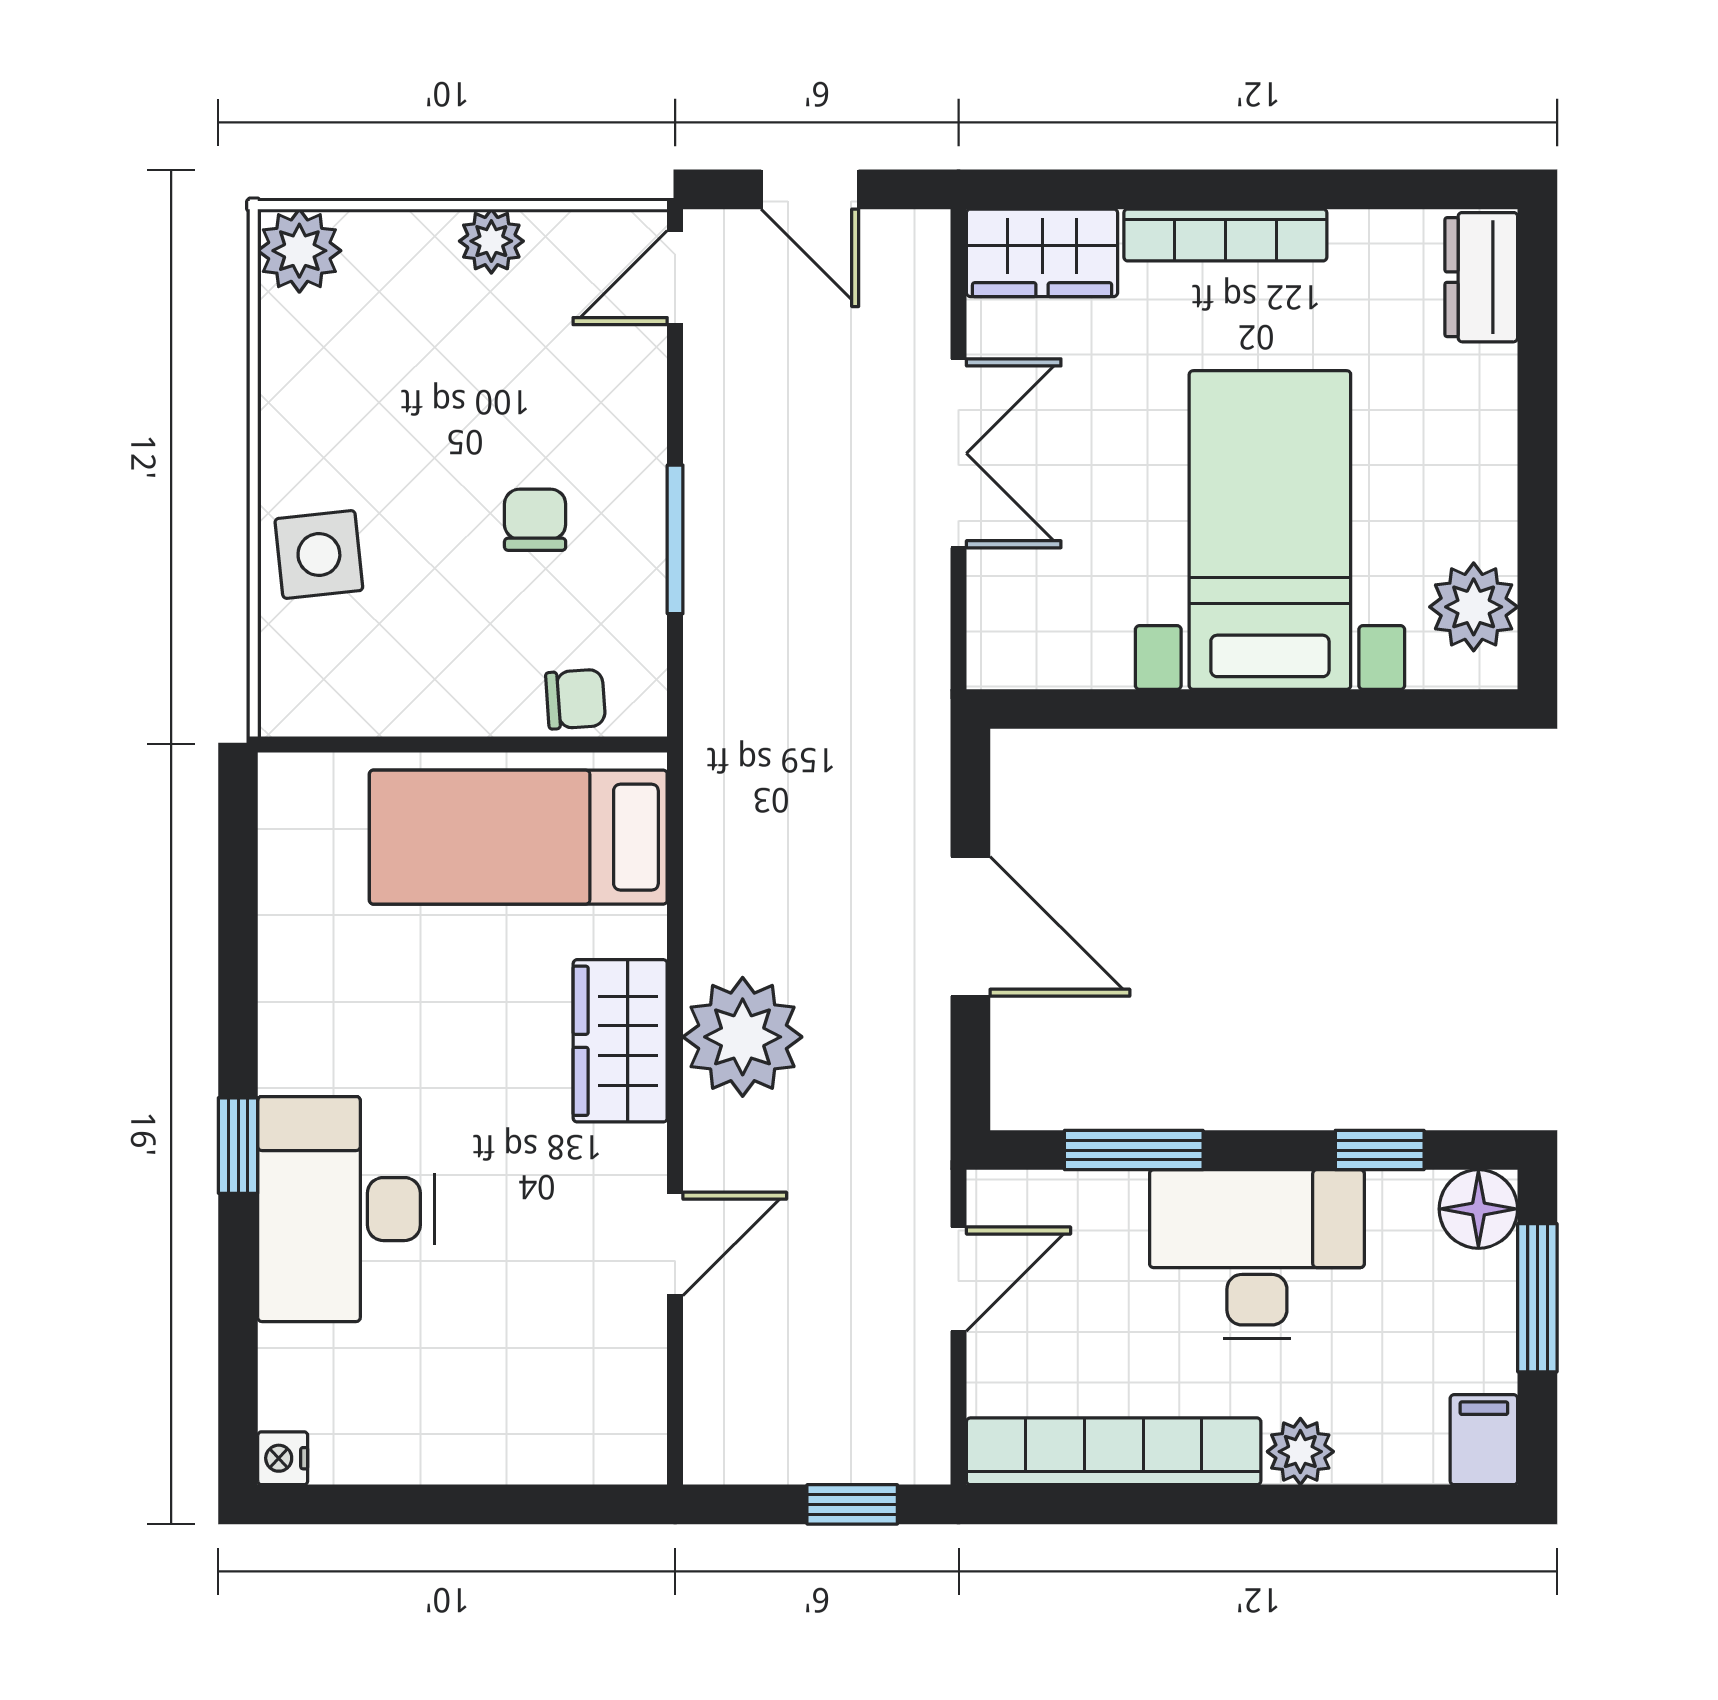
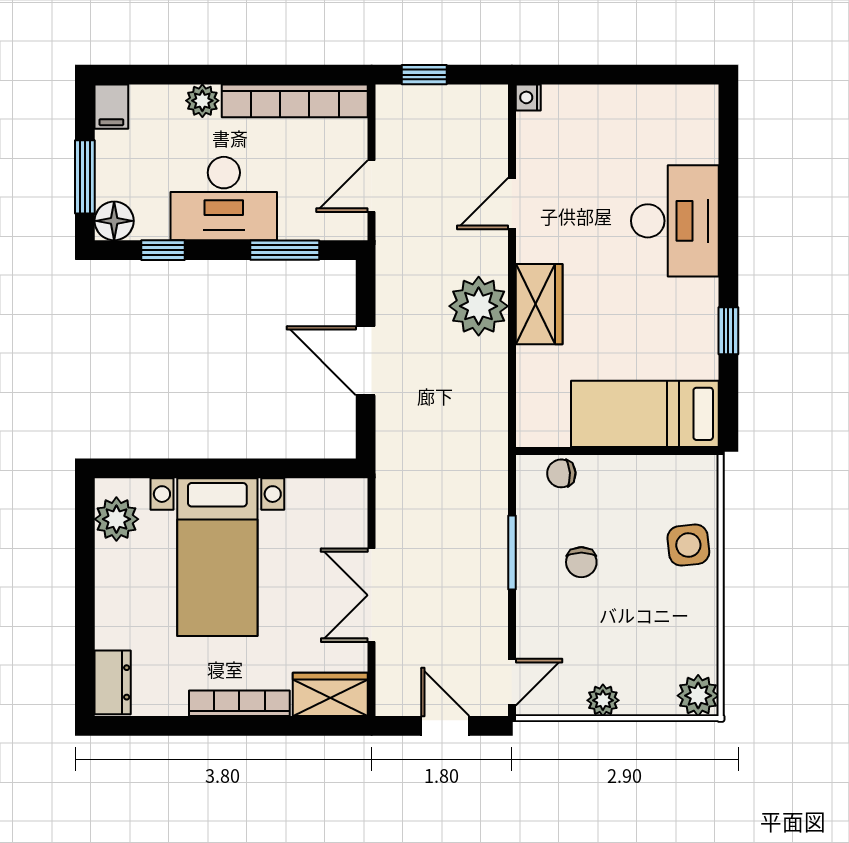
bed: (518, 837) -> (645, 414), moved, turned 180
window: (238, 1146) -> (728, 331), moved
nightstand: (283, 1458) -> (528, 97), moved, turned 180

